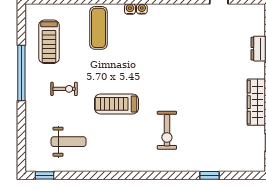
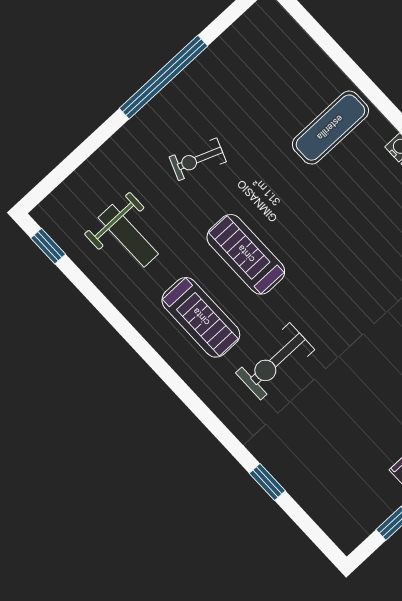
treadmill: (49, 42) -> (201, 317), moved, turned -90
exercise bike: (64, 89) -> (198, 159), turned 111

